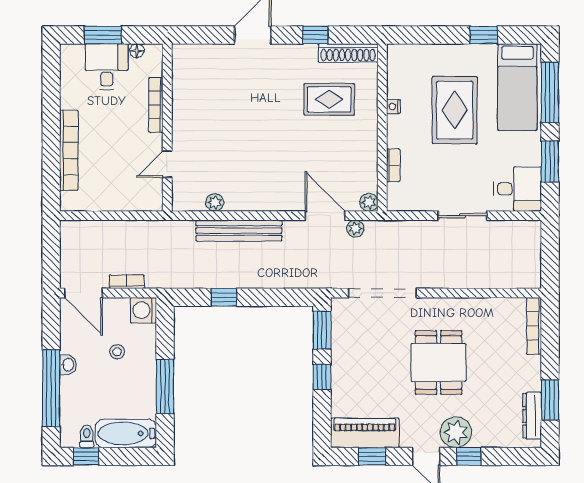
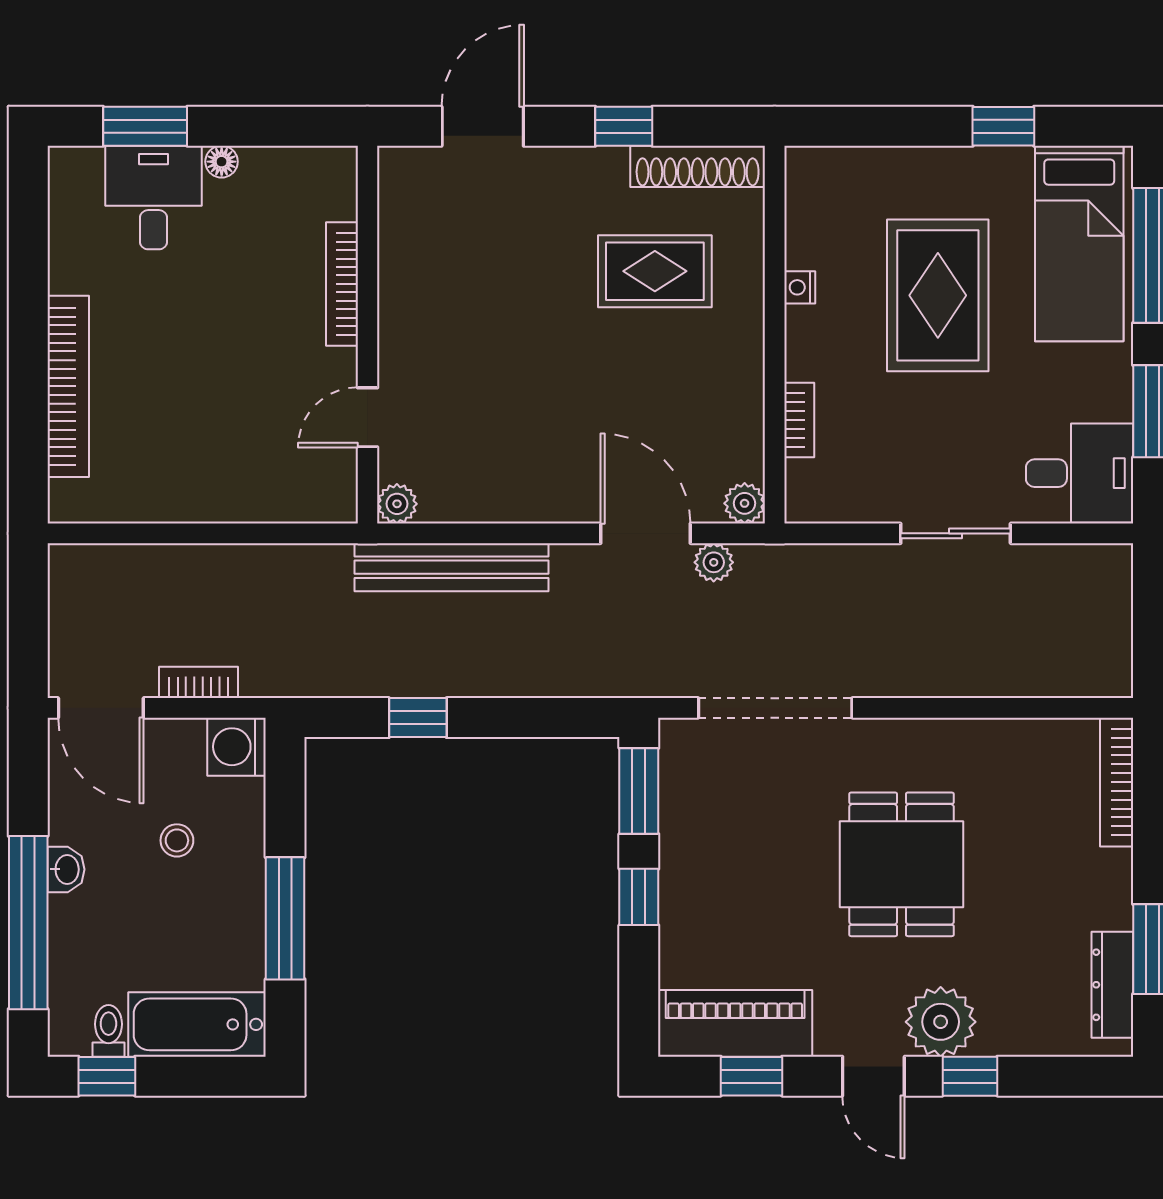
bookcase: (156, 105) -> (342, 284), moved
wall: (167, 127) -> (367, 335), moved
door: (167, 164) -> (367, 417), moved

